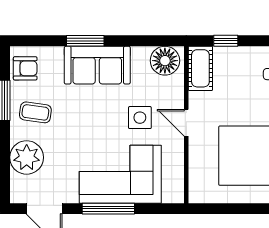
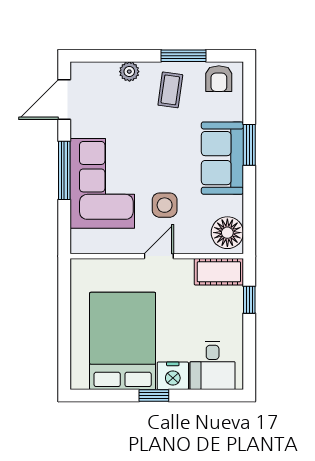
plant: (27, 157) -> (129, 72), width x0.53, depth x0.53

